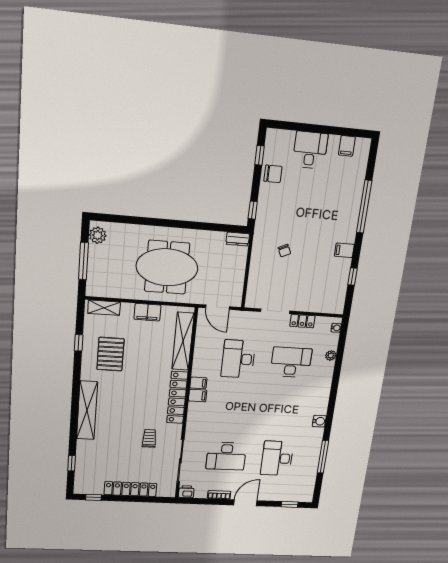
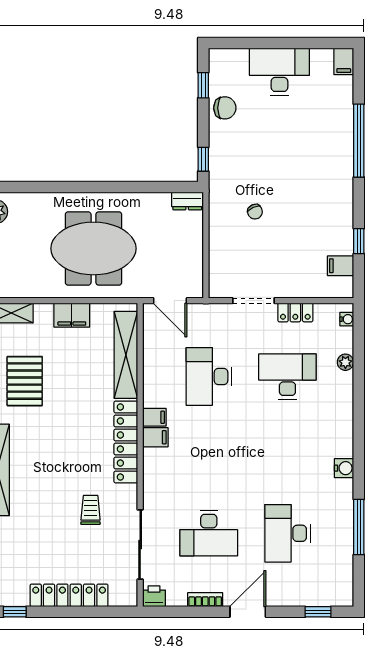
filing cabinet: (347, 146) -> (344, 61), moved
desk: (310, 150) -> (279, 72), width x1.37
filing cabinet: (344, 250) -> (341, 266), moved

